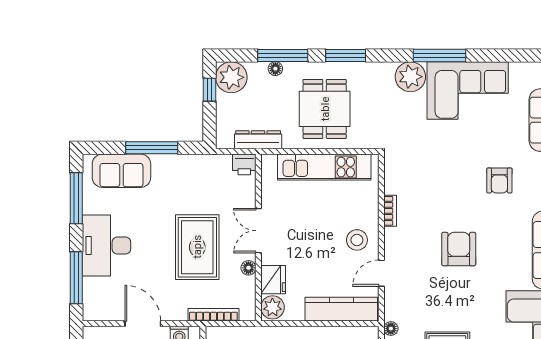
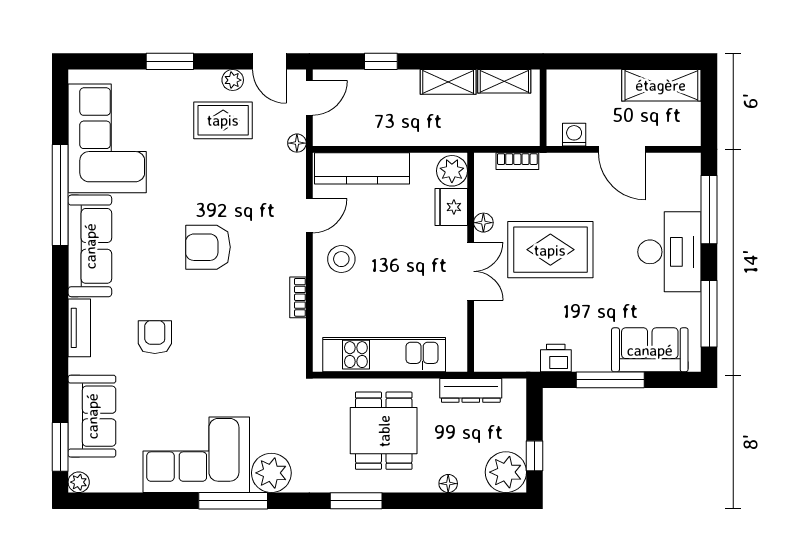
window: (283, 55) -> (439, 501), removed
printer: (244, 164) -> (556, 358), moved
rug: (197, 247) -> (550, 250), turned 90
armchair: (459, 249) -> (208, 247), turned 90
bookcase: (213, 315) -> (517, 161), width x0.64

